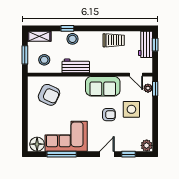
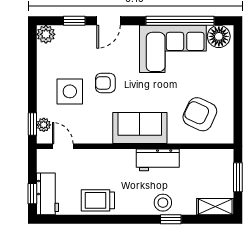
stool: (44, 60) -> (207, 170), removed
sofa: (103, 86) -> (140, 128), moved
window: (62, 154) -> (180, 21), width x1.46

